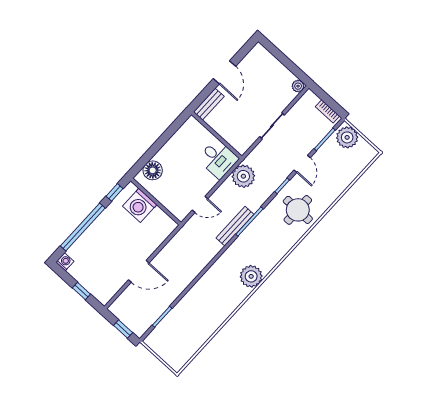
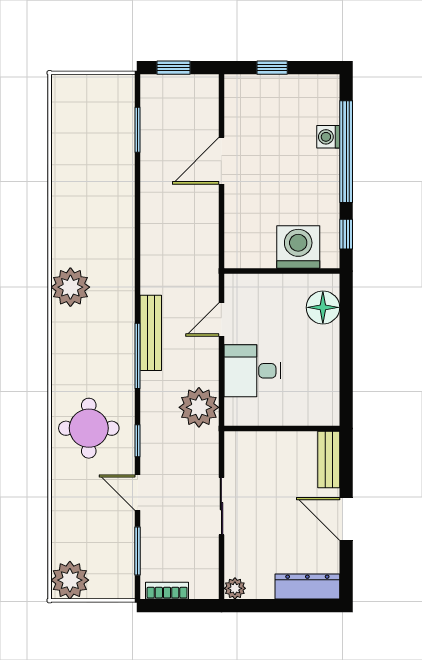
dresser: (267, 59) -> (307, 587), added
plant: (347, 137) -> (70, 580), moved
desk: (218, 159) -> (252, 371), moved
washing machine: (65, 262) -> (328, 137), moved, turned 90

